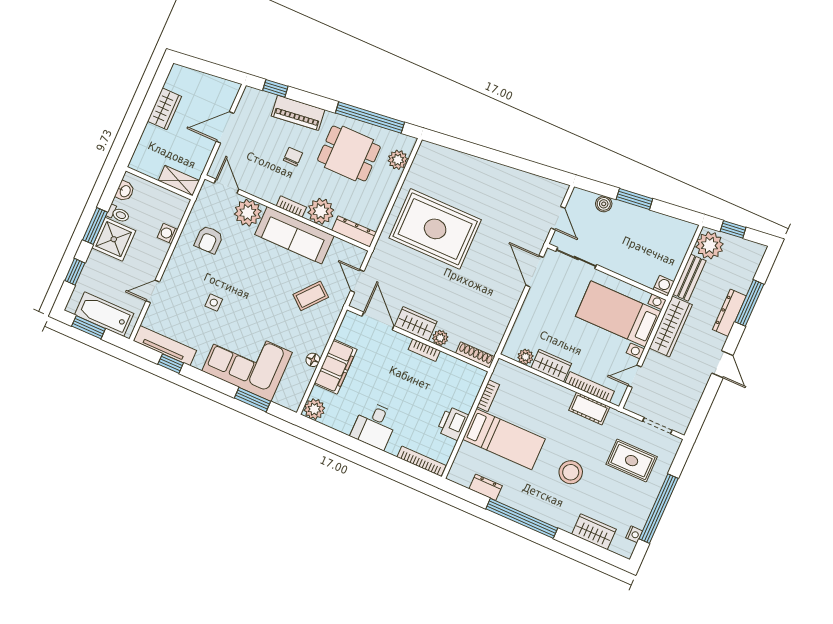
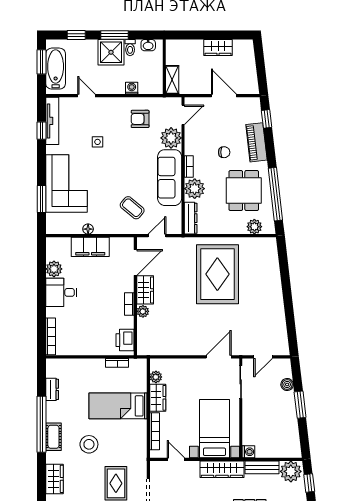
shoe rack: (475, 355) -> (142, 341), removed
plant: (314, 409) -> (54, 269), moved
cot: (589, 409) -> (53, 437), moved
printer: (453, 423) -> (125, 340), moved, turned -90
bed: (504, 439) -> (118, 406), moved, turned 90

